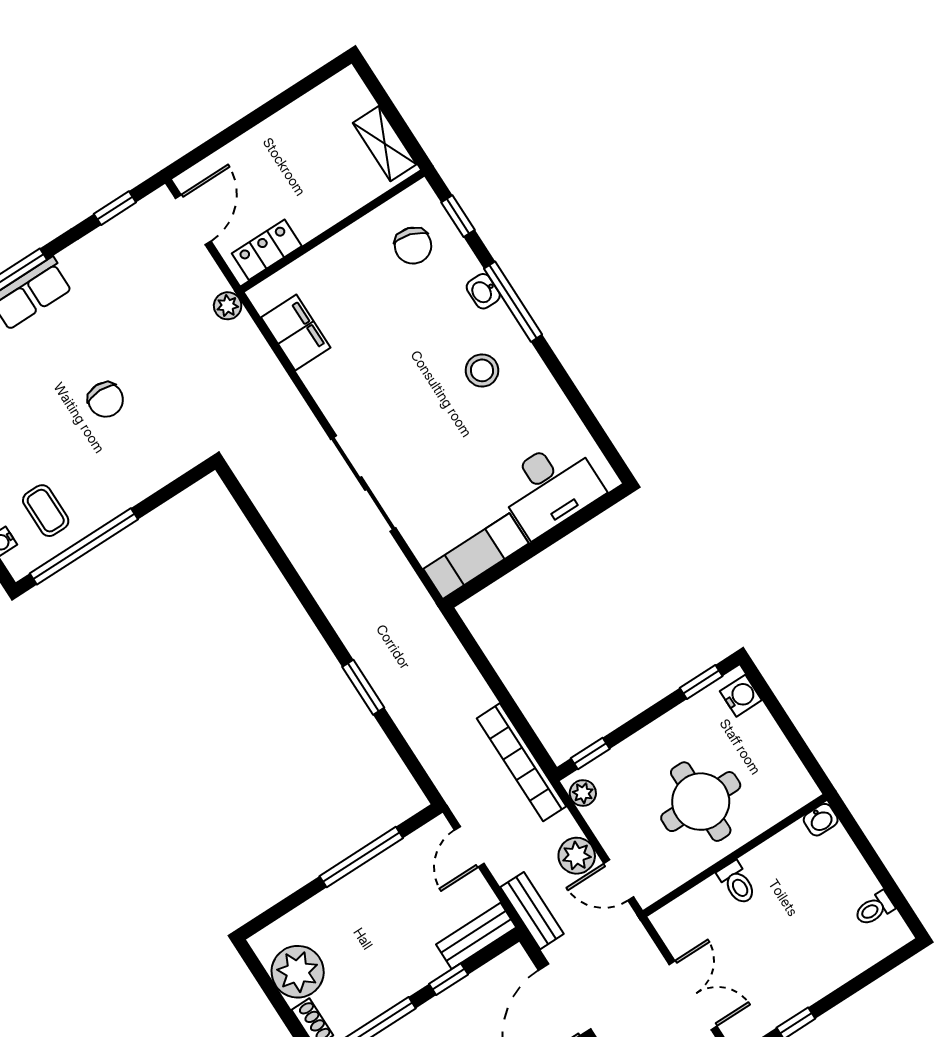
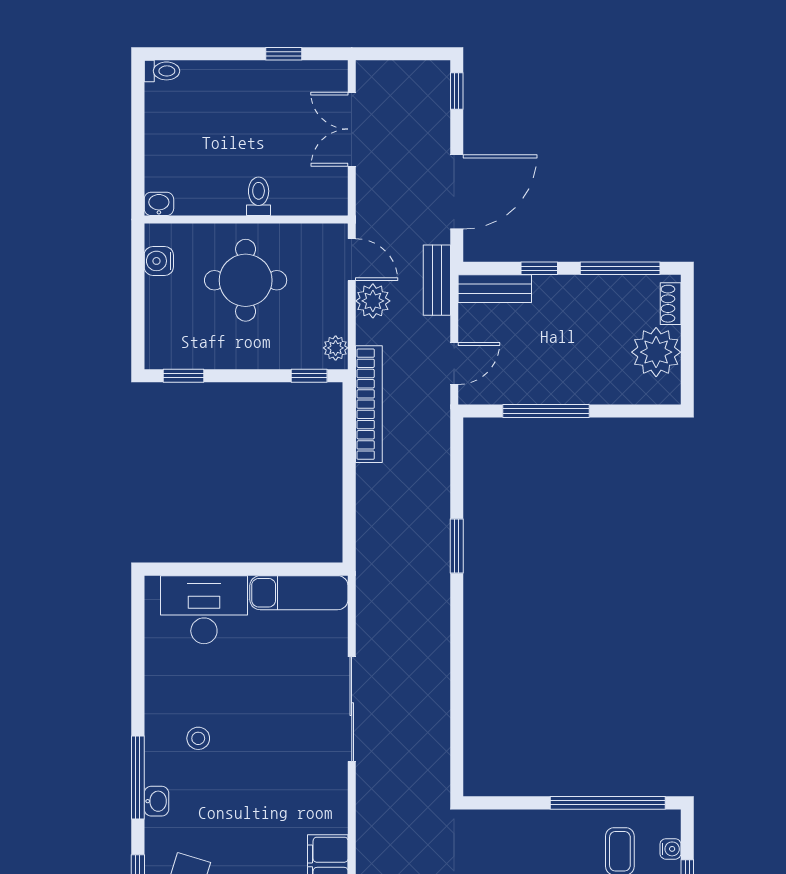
stool: (482, 370) -> (198, 738), width x0.73, depth x0.73
water cooler: (741, 696) -> (159, 261), moved
toilet: (874, 909) -> (162, 71), moved

